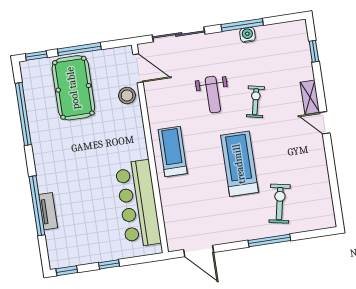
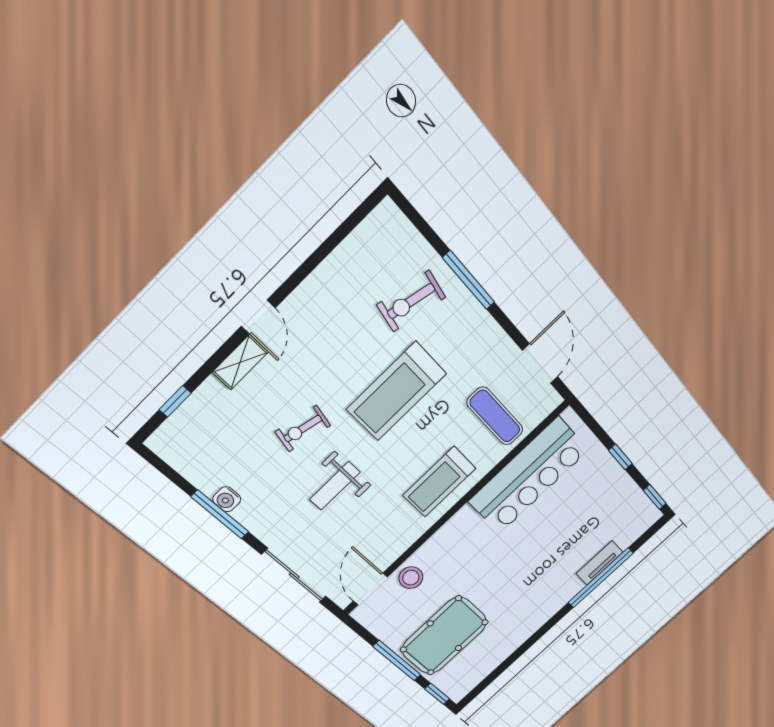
weight bench: (213, 95) -> (335, 486), turned 180
window: (23, 114) -> (510, 661), removed
exercise mat: (187, 207) -> (495, 416), added

